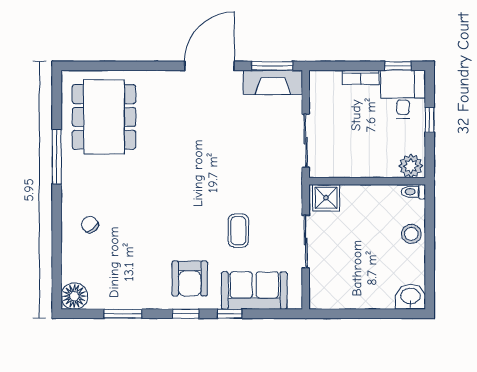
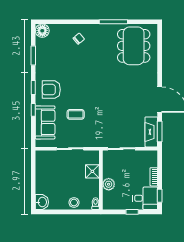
dining table: (104, 117) -> (134, 46), turned 90
plant: (411, 166) -> (109, 184), moved
shower: (326, 198) -> (92, 171), moved

